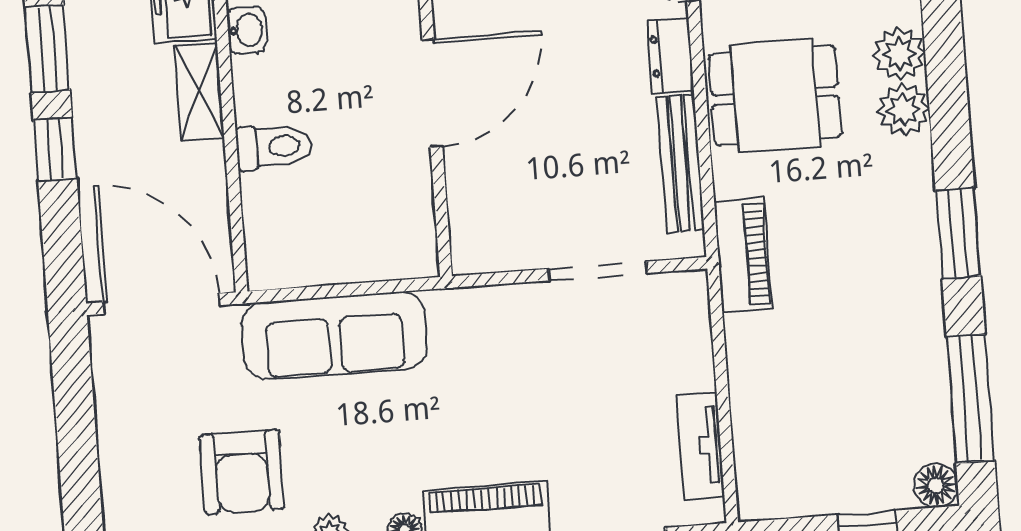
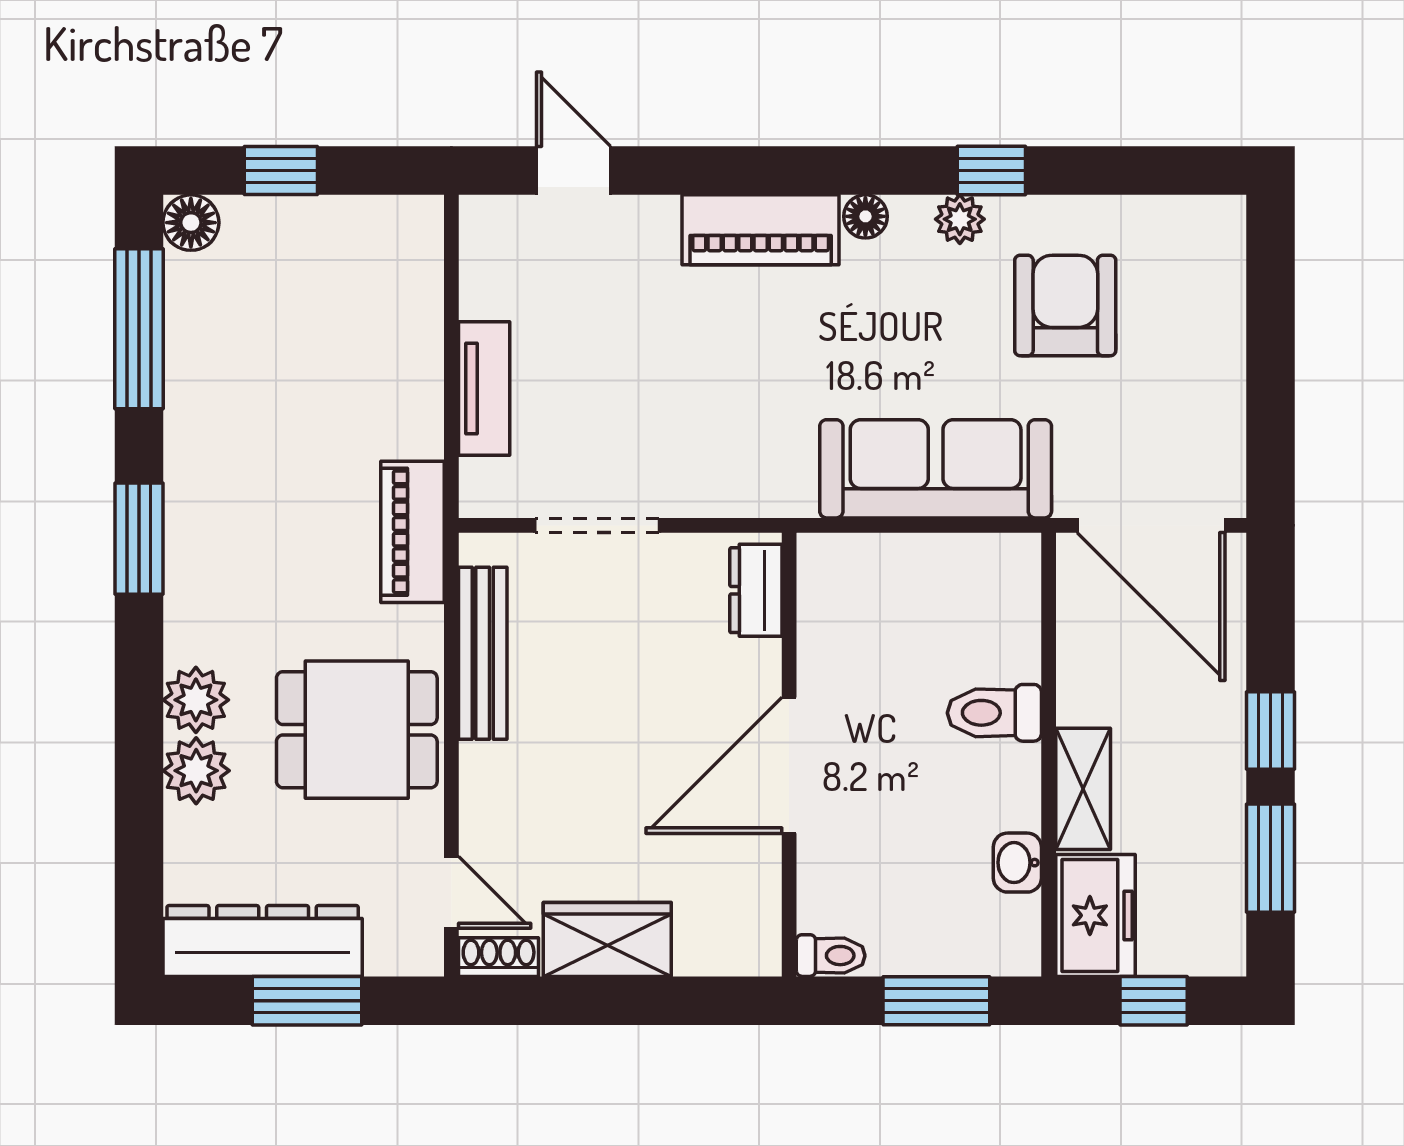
dresser: (671, 55) -> (756, 590), moved, turned 180
tv unit: (701, 446) -> (484, 388), moved

